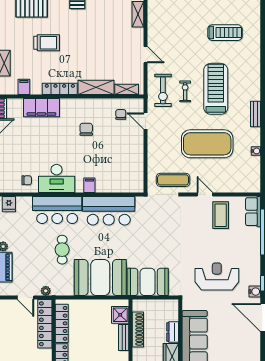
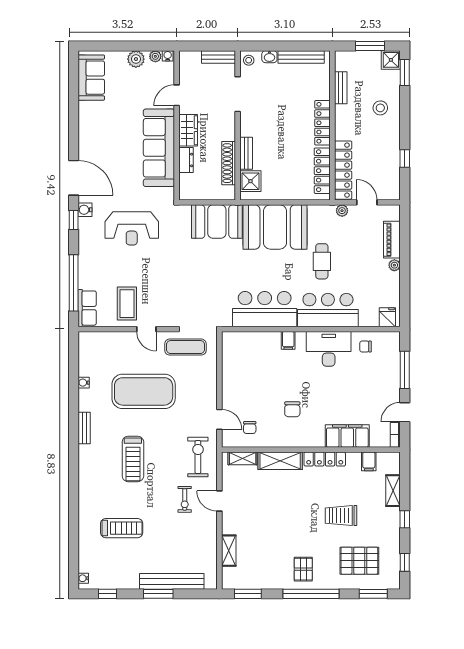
treadmill: (225, 33) -> (122, 528), turned 180
treadmill: (216, 89) -> (133, 459), width x0.73, depth x0.73
exercise bike: (185, 91) -> (185, 499), moved

